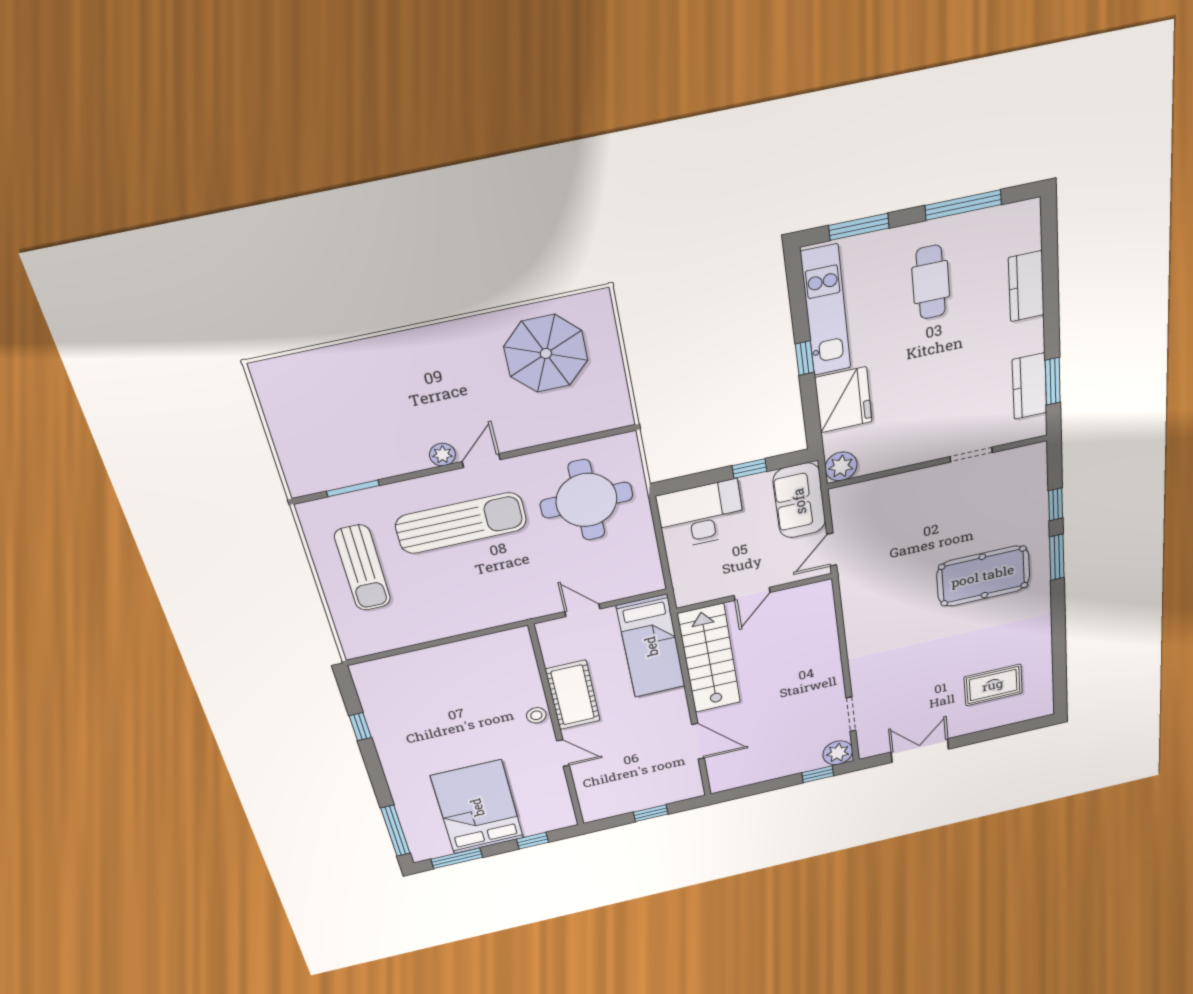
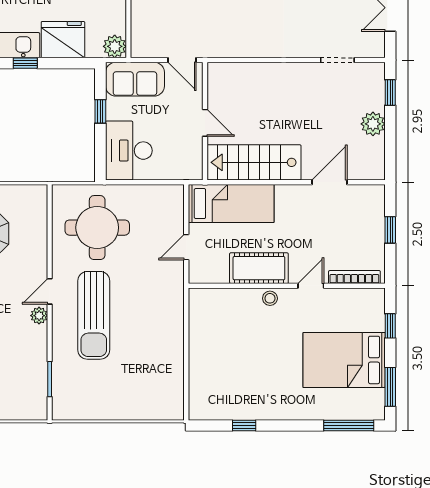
door: (481, 461) -> (50, 291), hinge flipped
sun lounger: (461, 523) -> (94, 315), turned 180
sun lounger: (363, 568) -> (112, 389), removed
plant: (838, 753) -> (373, 124), moved
bookcase: (584, 793) -> (354, 277), added

